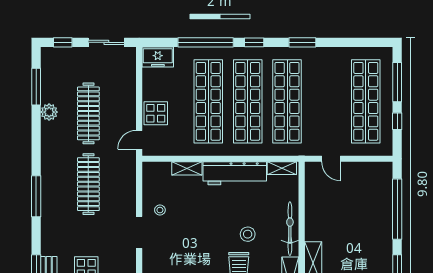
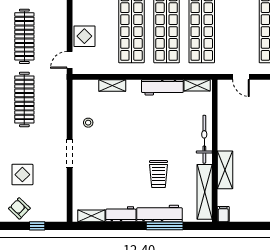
workbench: (235, 173) -> (162, 87), width x0.73, depth x0.76
doorway: (139, 232) -> (70, 154), moved
stool: (248, 234) -> (167, 144), removed

